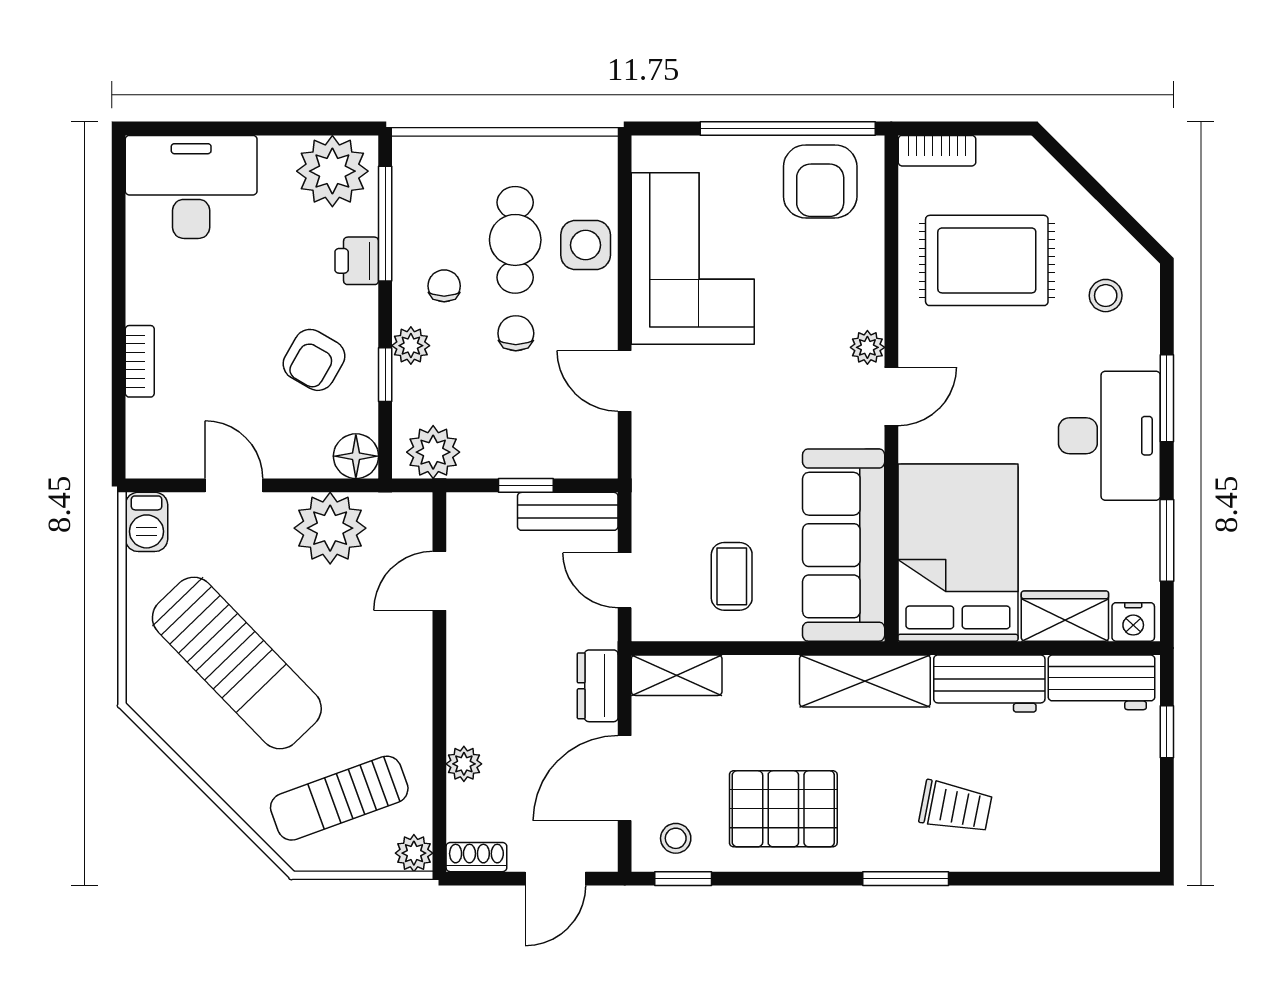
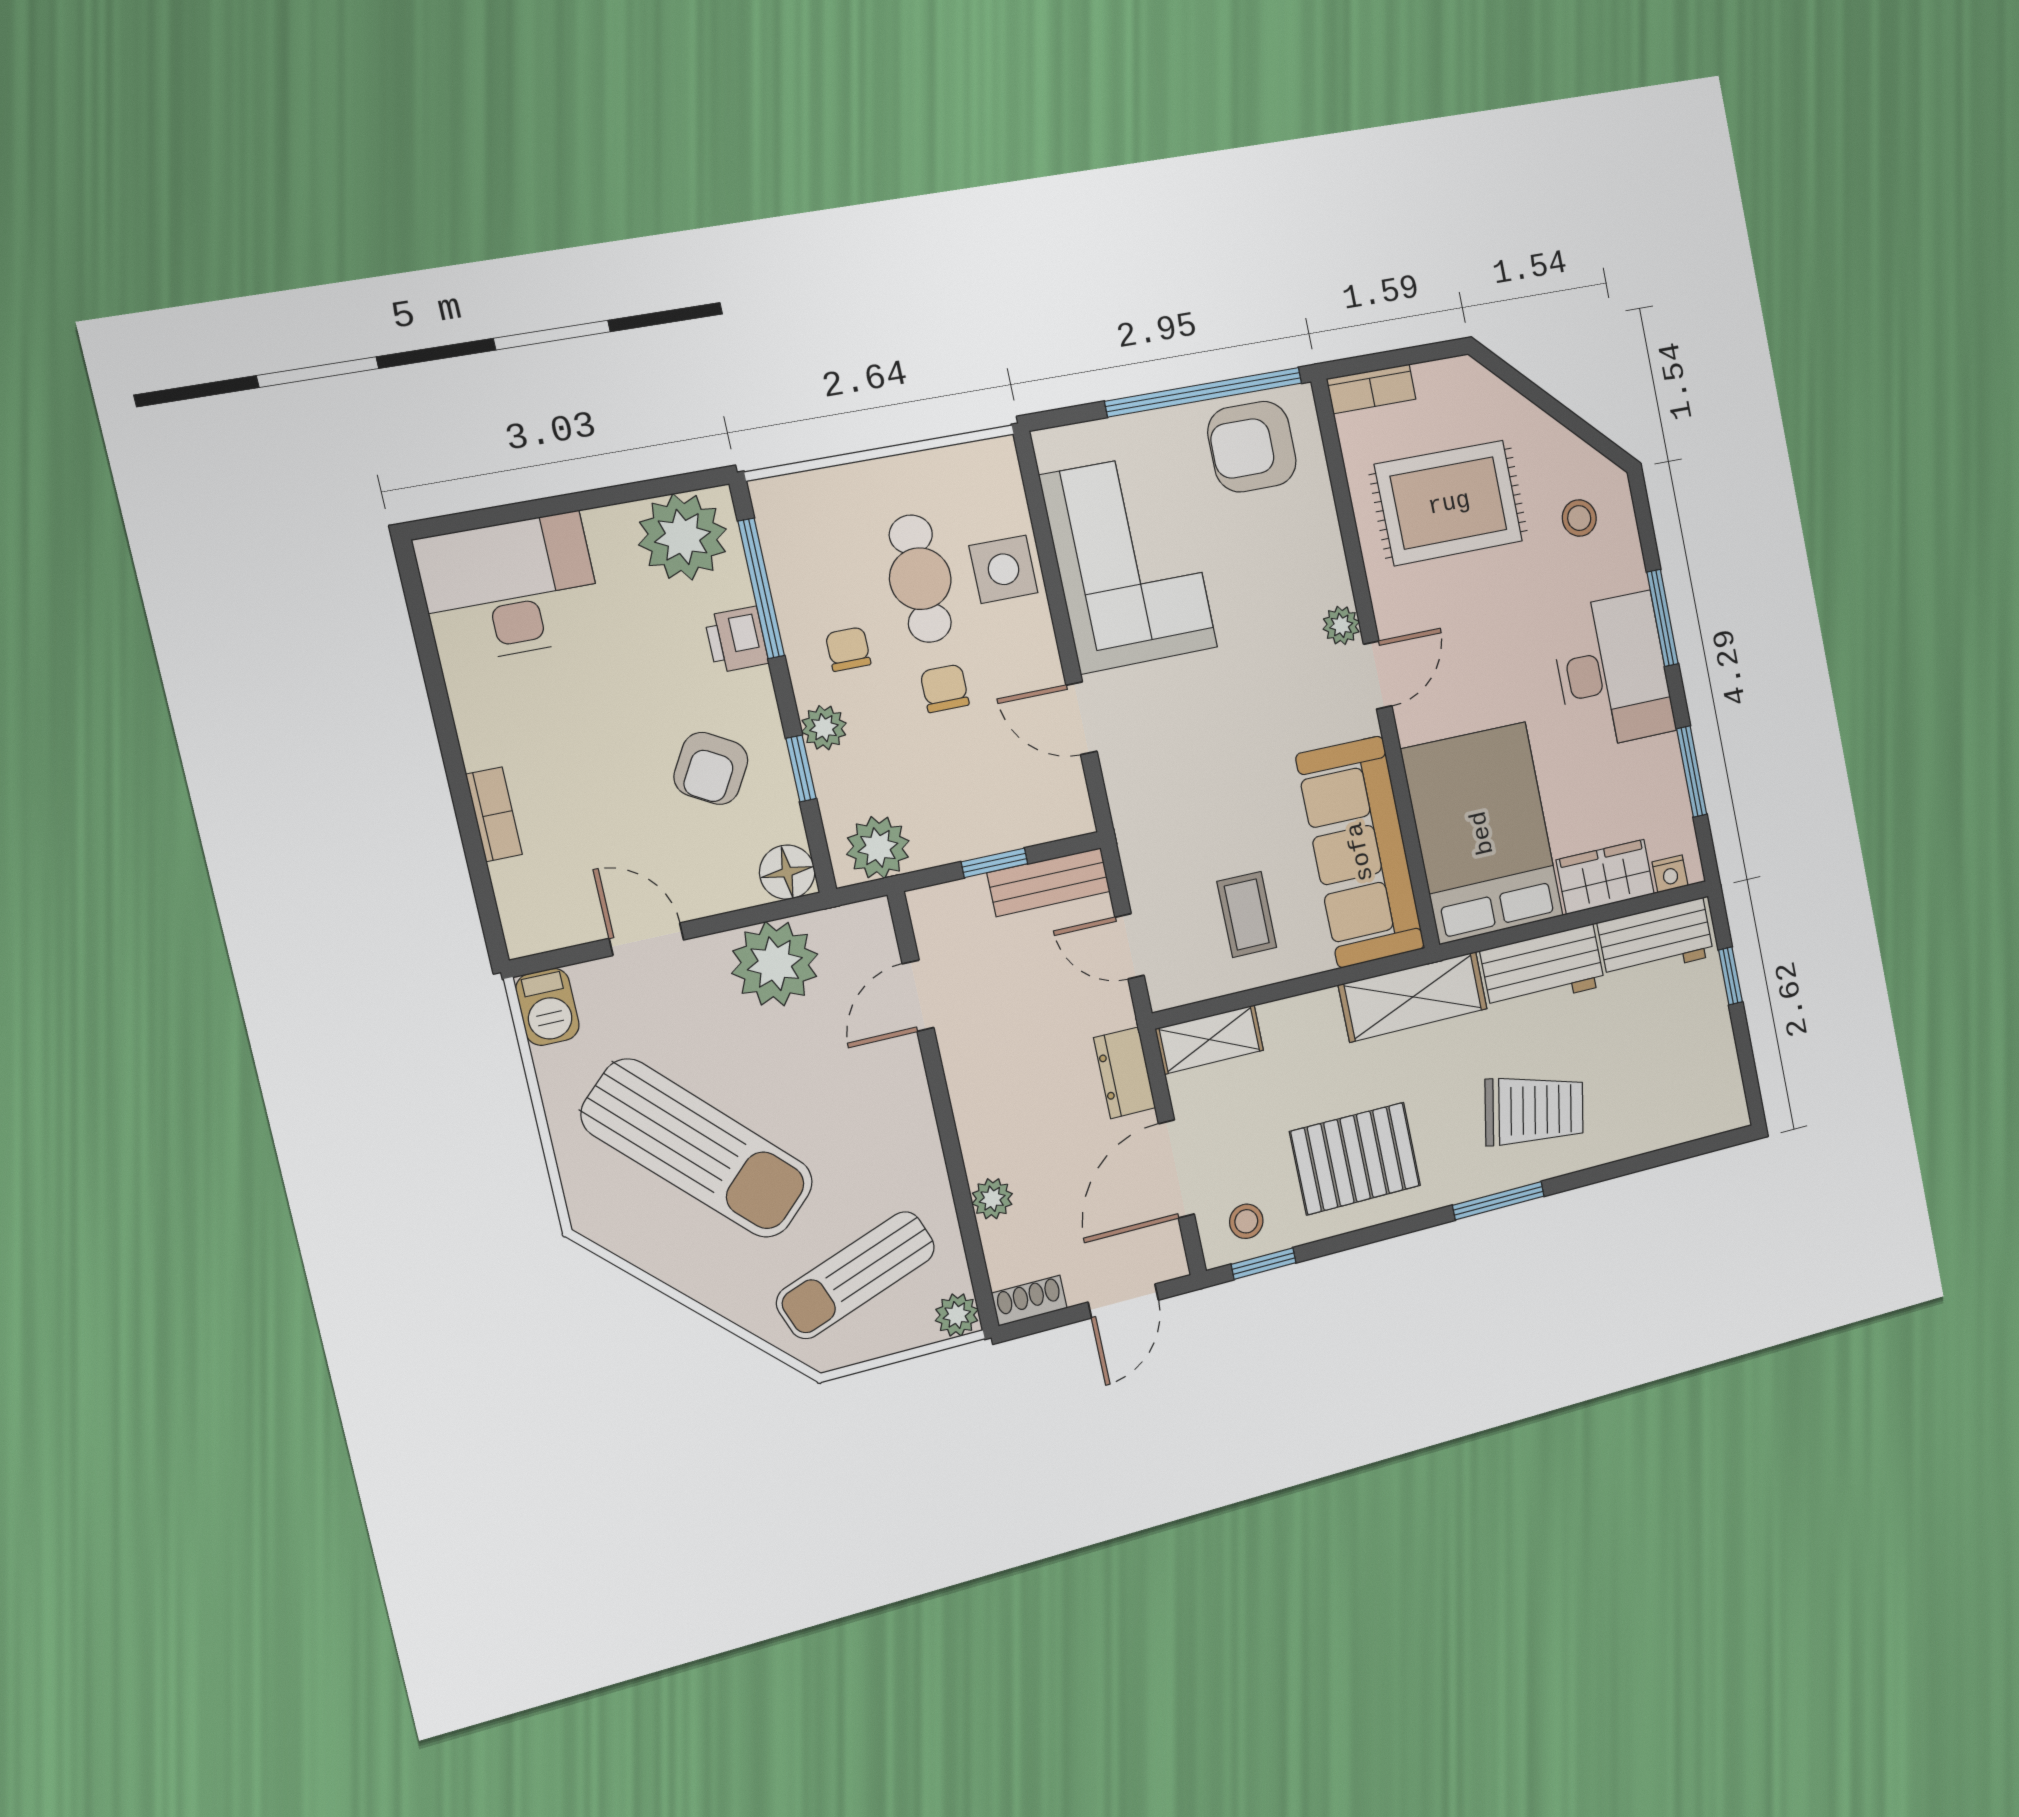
armchair: (820, 181) -> (1252, 447), turned 90
nightstand: (1133, 622) -> (1670, 874), width x0.72, depth x0.74
trolley: (956, 807) -> (1534, 1110), width x1.36, depth x1.39

